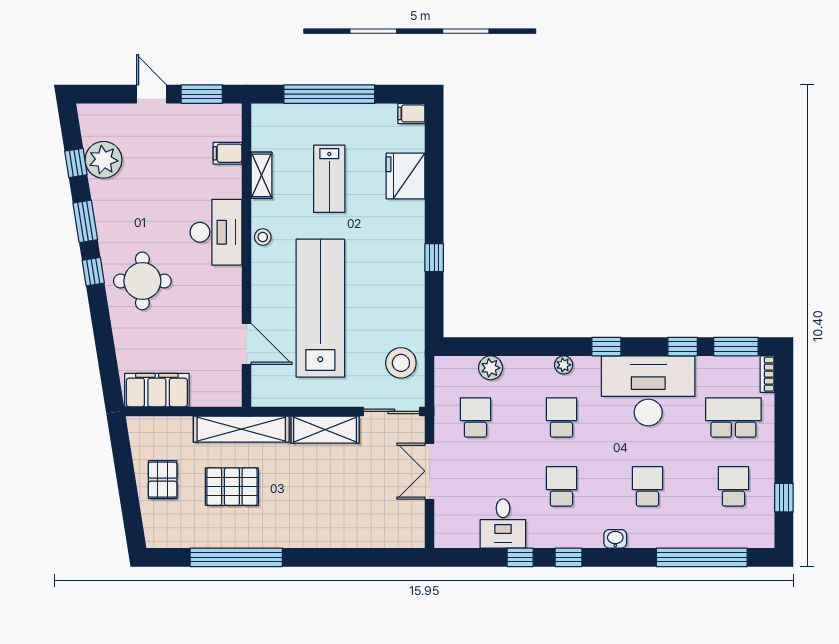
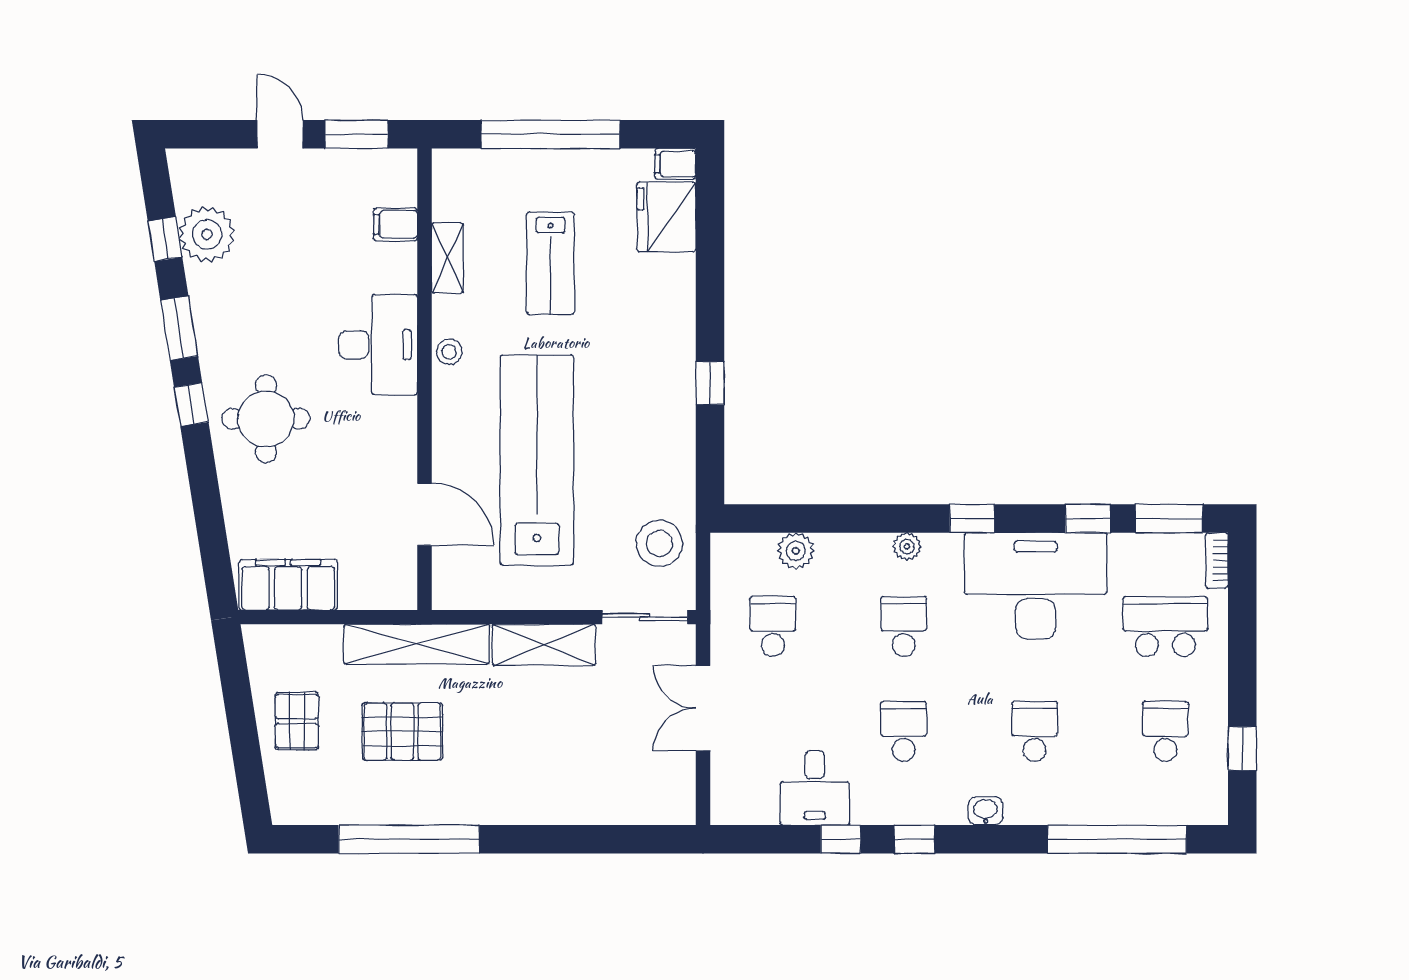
fridge: (406, 176) -> (666, 217), moved

